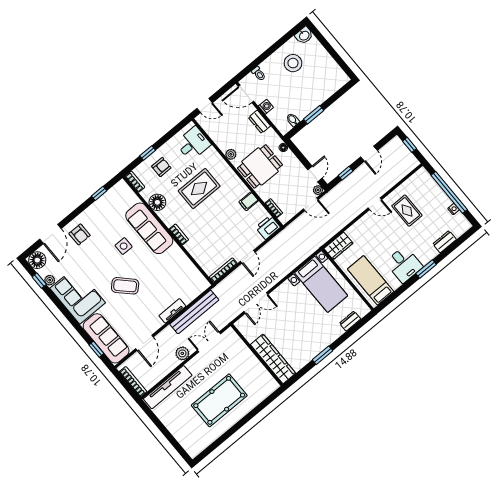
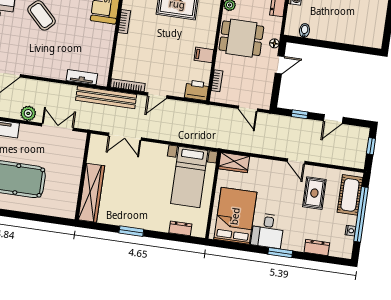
window: (314, 115) -> (324, 44), removed
door: (315, 174) -> (280, 65), moved
cot: (429, 188) -> (350, 195), added
plant: (318, 190) -> (265, 104), removed
bed: (371, 280) -> (235, 216), width x1.50
tv unit: (172, 311) -> (82, 77), moved
bench: (194, 312) -> (106, 97), moved

